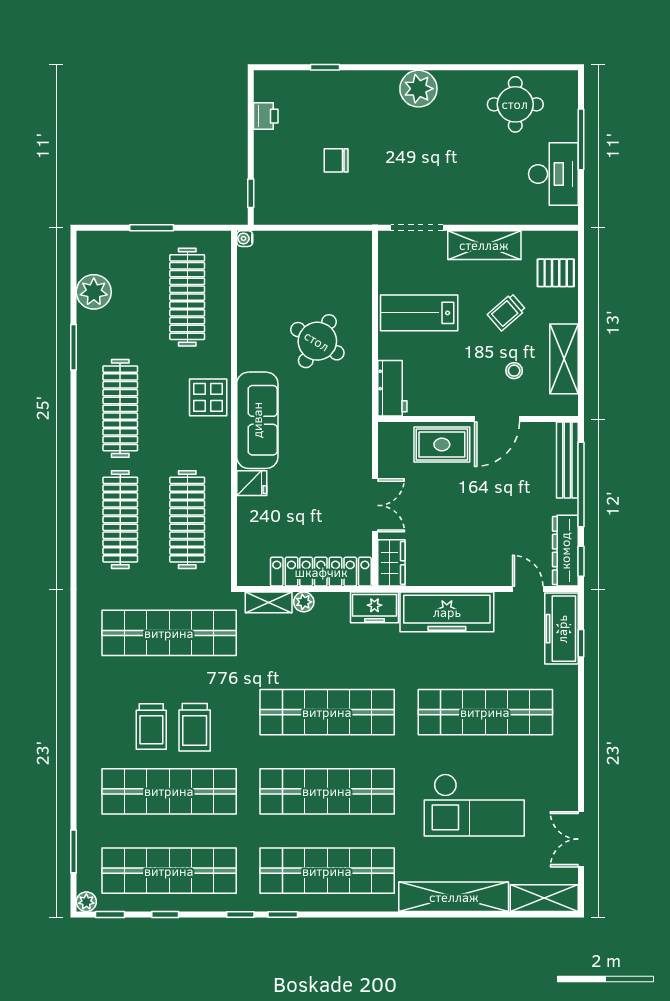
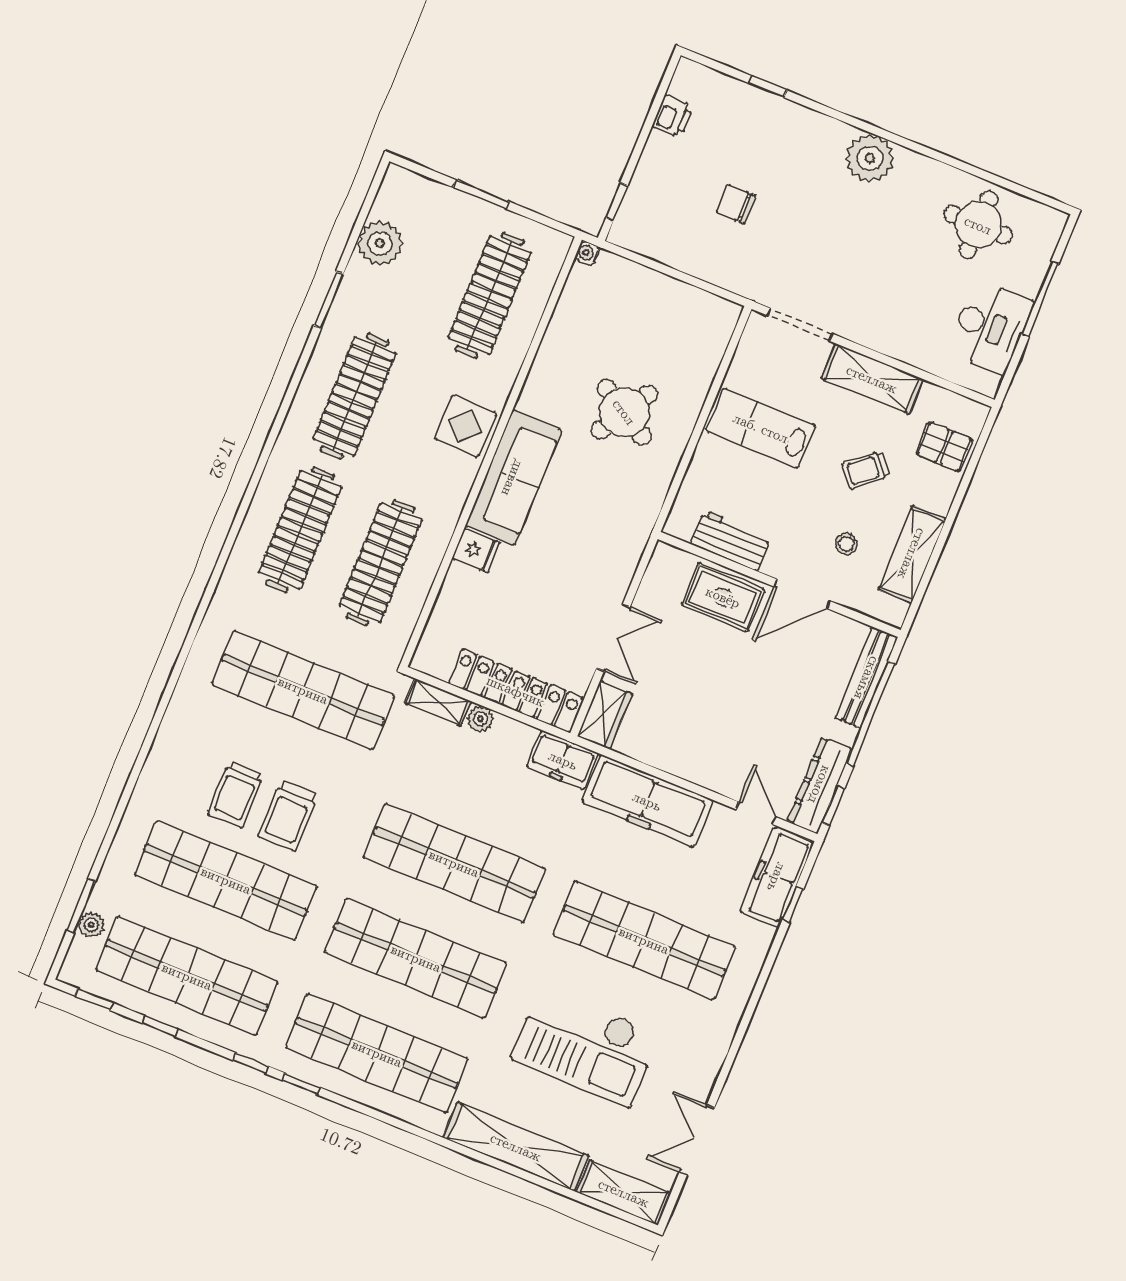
workbench: (392, 388) -> (731, 540), moved, turned -90
plant: (86, 902) -> (91, 925), moved

